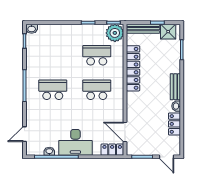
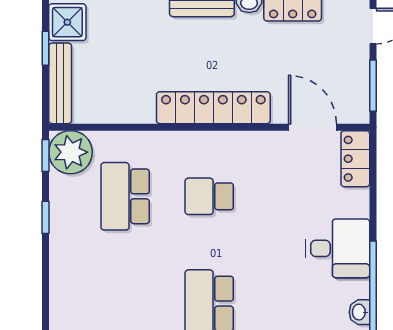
locker: (133, 68) -> (213, 108), moved
school desk: (97, 90) -> (209, 196), width x0.54
door: (125, 132) -> (312, 127), swing flipped
desk: (75, 142) -> (338, 248), width x0.73

